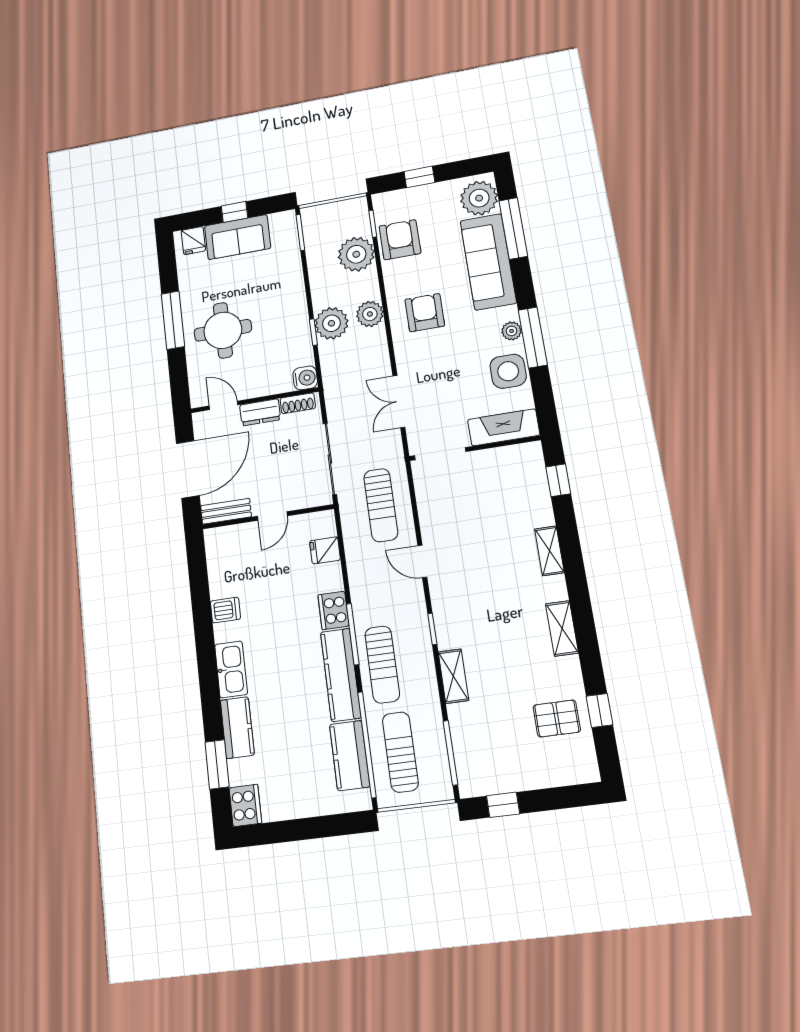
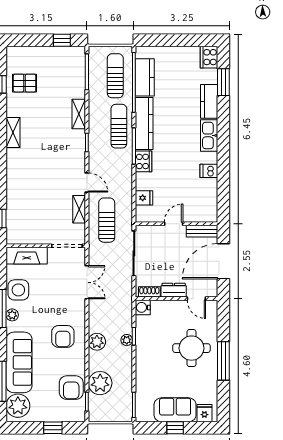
plant: (331, 323) -> (127, 340), width x0.53, depth x0.53
shelving: (549, 551) -> (79, 209), moved
sun lounger: (400, 752) -> (115, 76), turned 180

